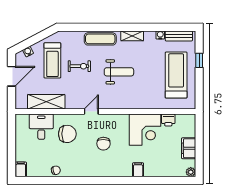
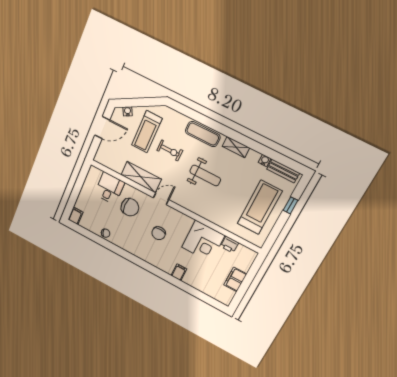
shelving: (46, 102) -> (141, 177), moved
plant: (191, 172) -> (226, 300), removed

